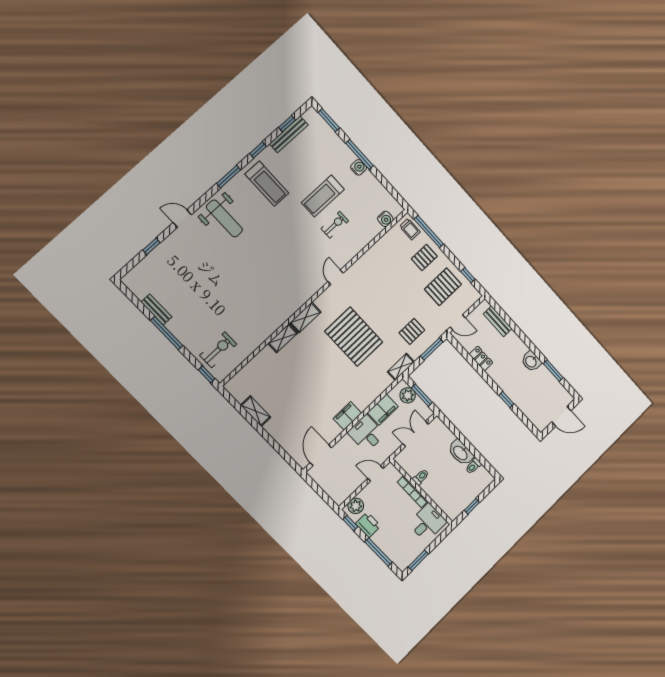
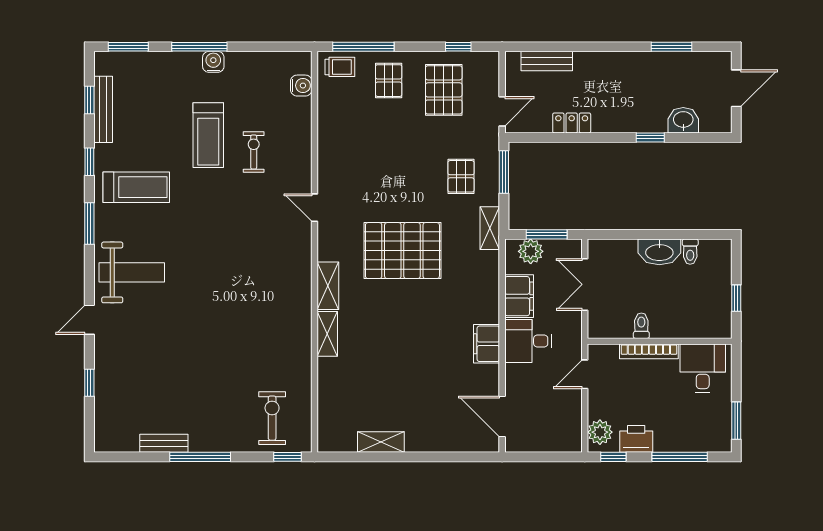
washbasin: (531, 361) -> (683, 120), moved, turned 180

